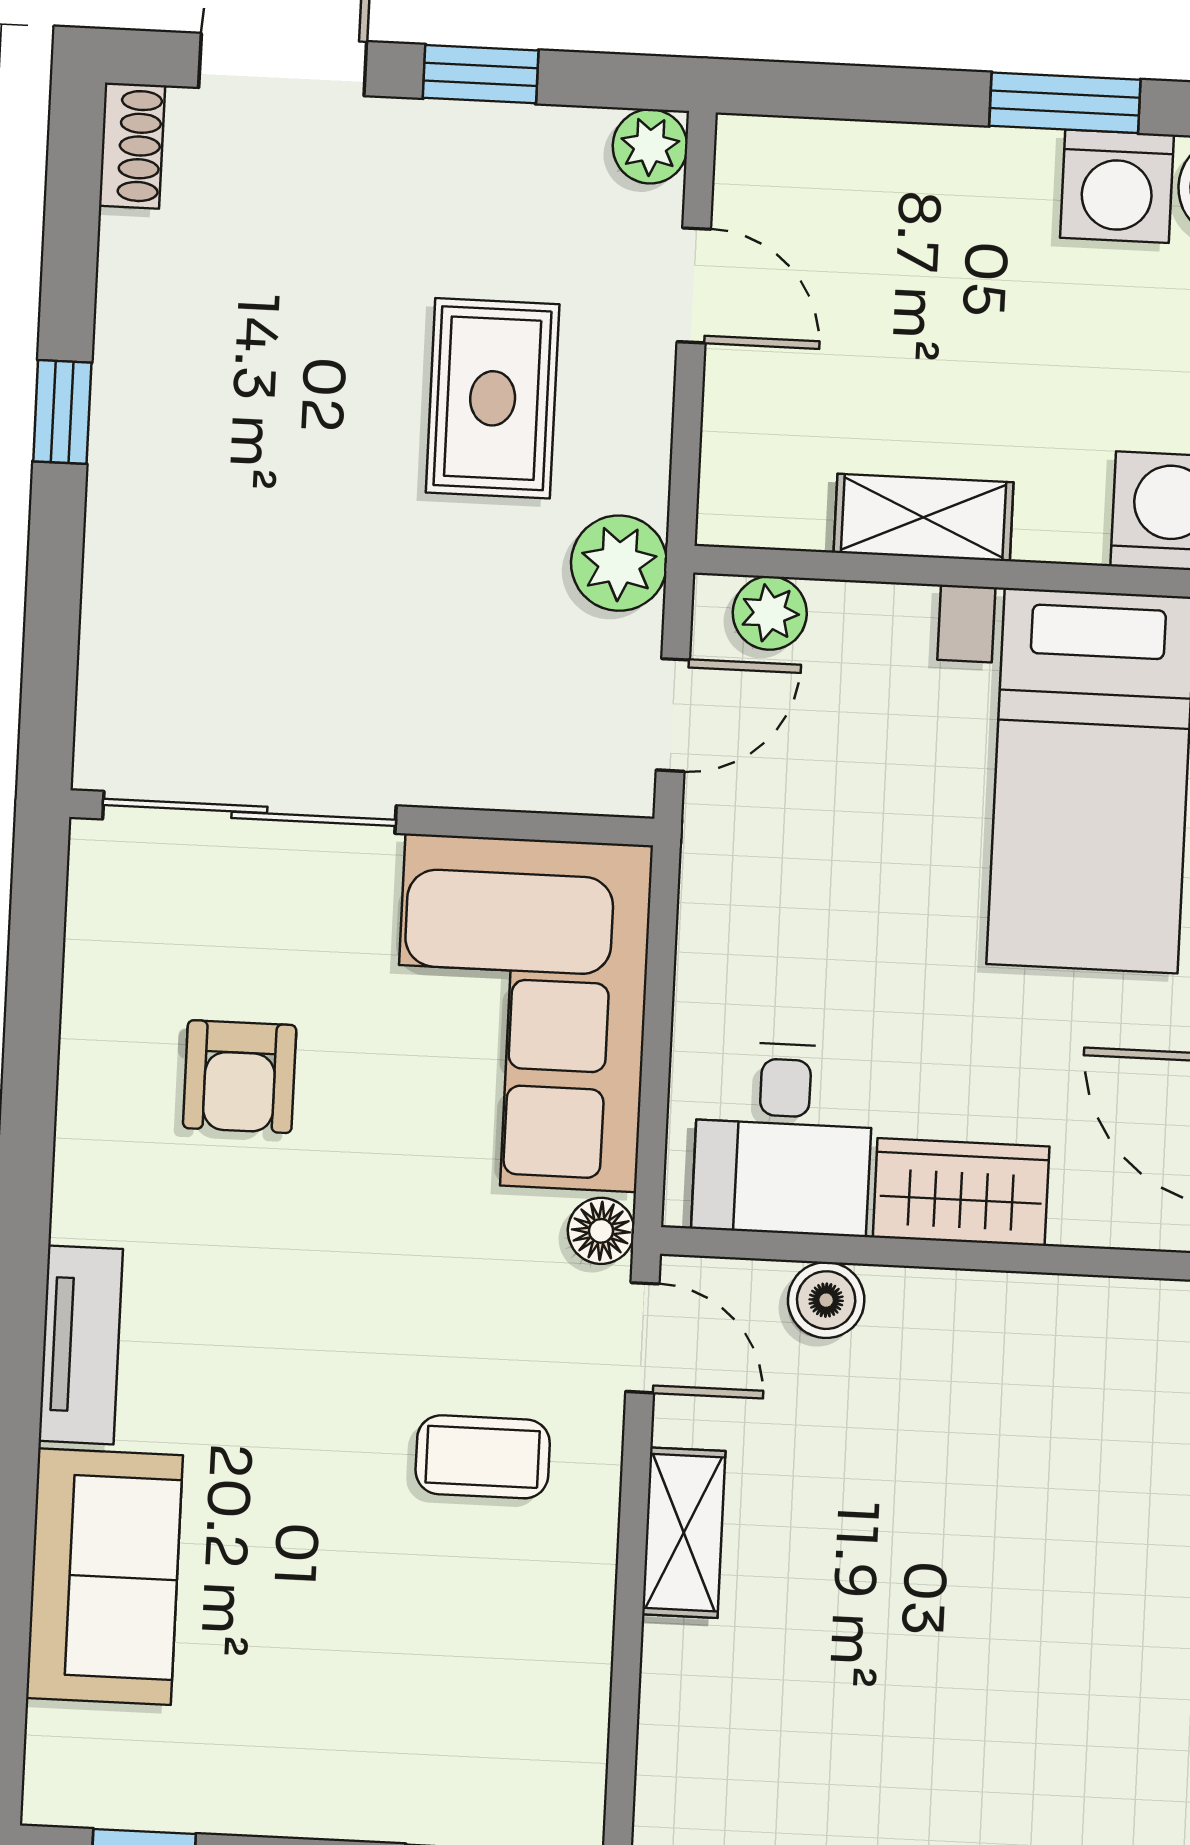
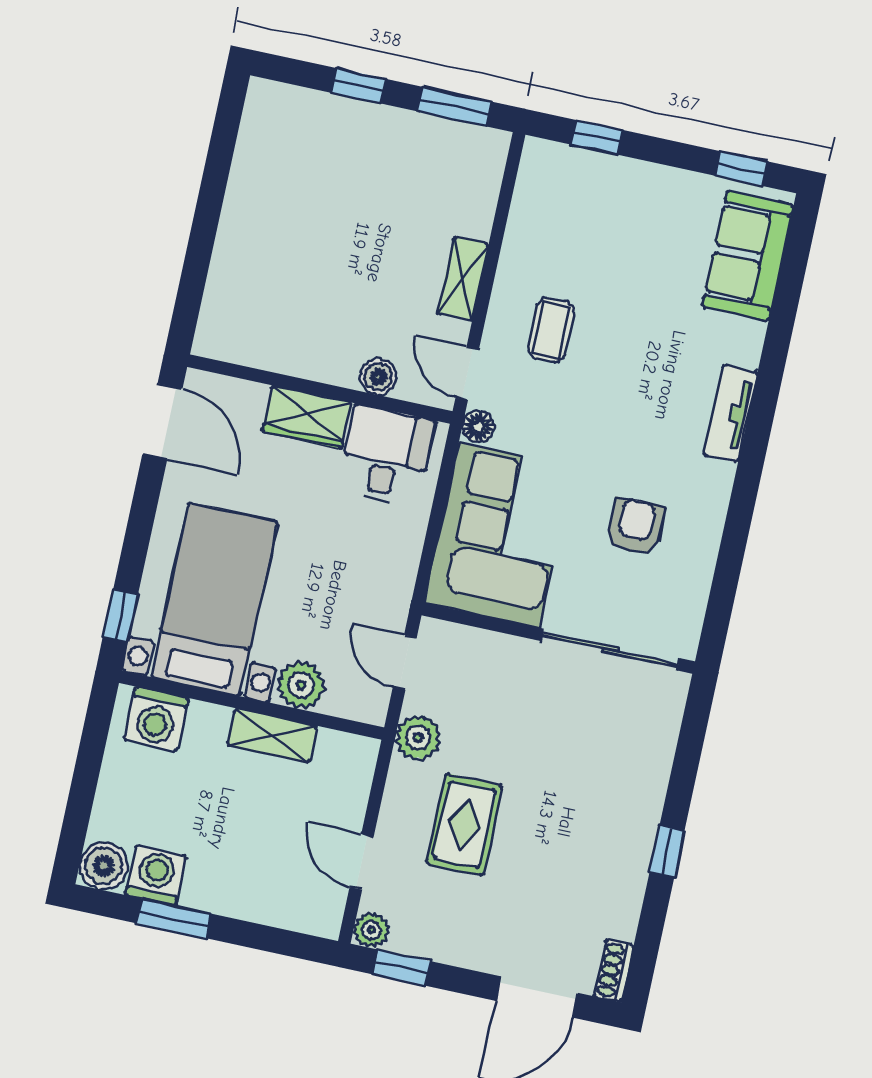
window: (481, 74) -> (402, 968), moved
plant: (770, 613) -> (301, 685), moved, width x1.38, depth x1.38
door: (673, 715) -> (405, 662), hinge flipped
coffee table: (483, 1457) -> (551, 330), turned 90
sofa: (104, 1577) -> (748, 255), moved

